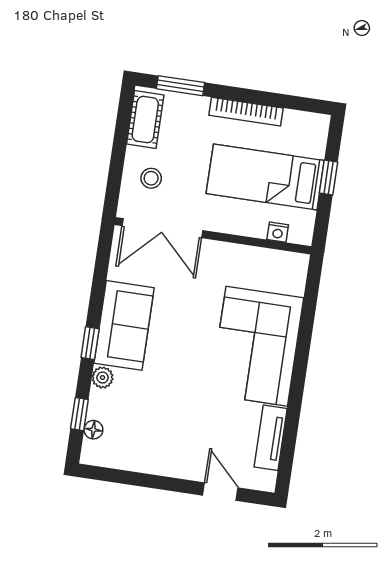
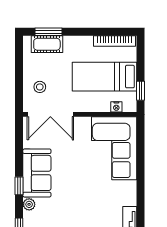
bookcase: (246, 112) -> (115, 41), moved
cot: (145, 120) -> (47, 44), moved, turned 90
window: (328, 178) -> (141, 91), moved
corner sofa: (257, 346) -> (114, 148), moved

